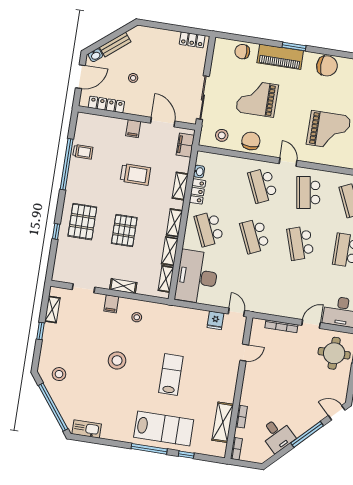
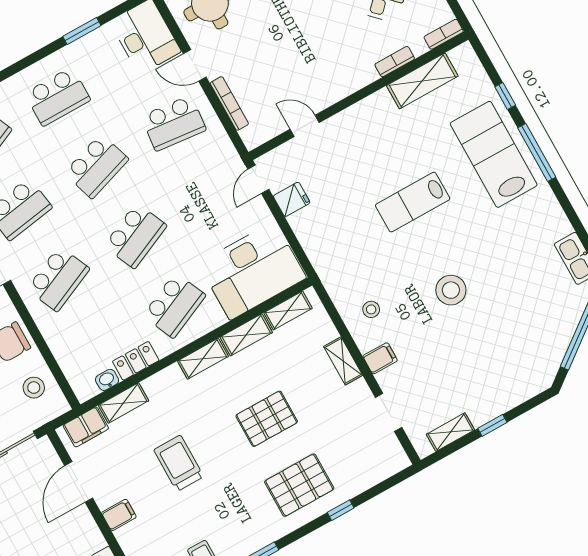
shelving: (180, 186) -> (123, 403), moved
school desk: (292, 294) -> (174, 123), added
stool: (59, 374) -> (531, 354), removed

